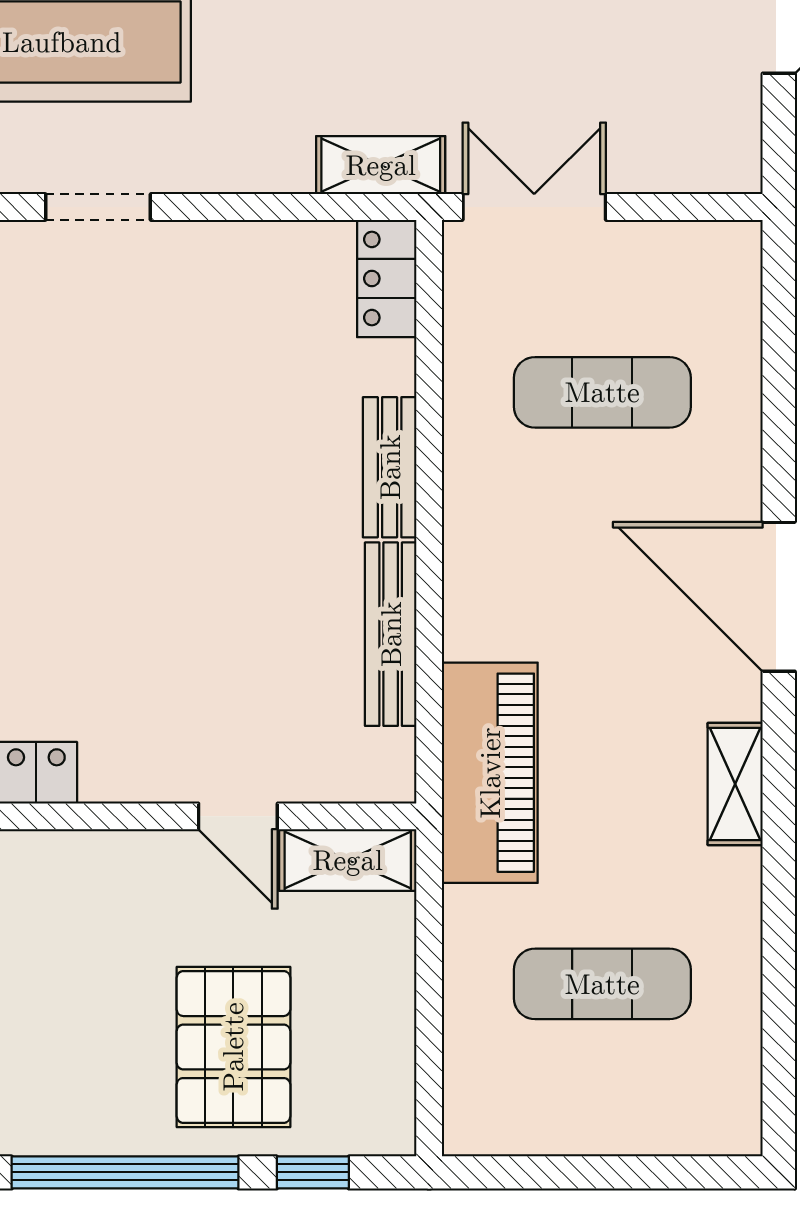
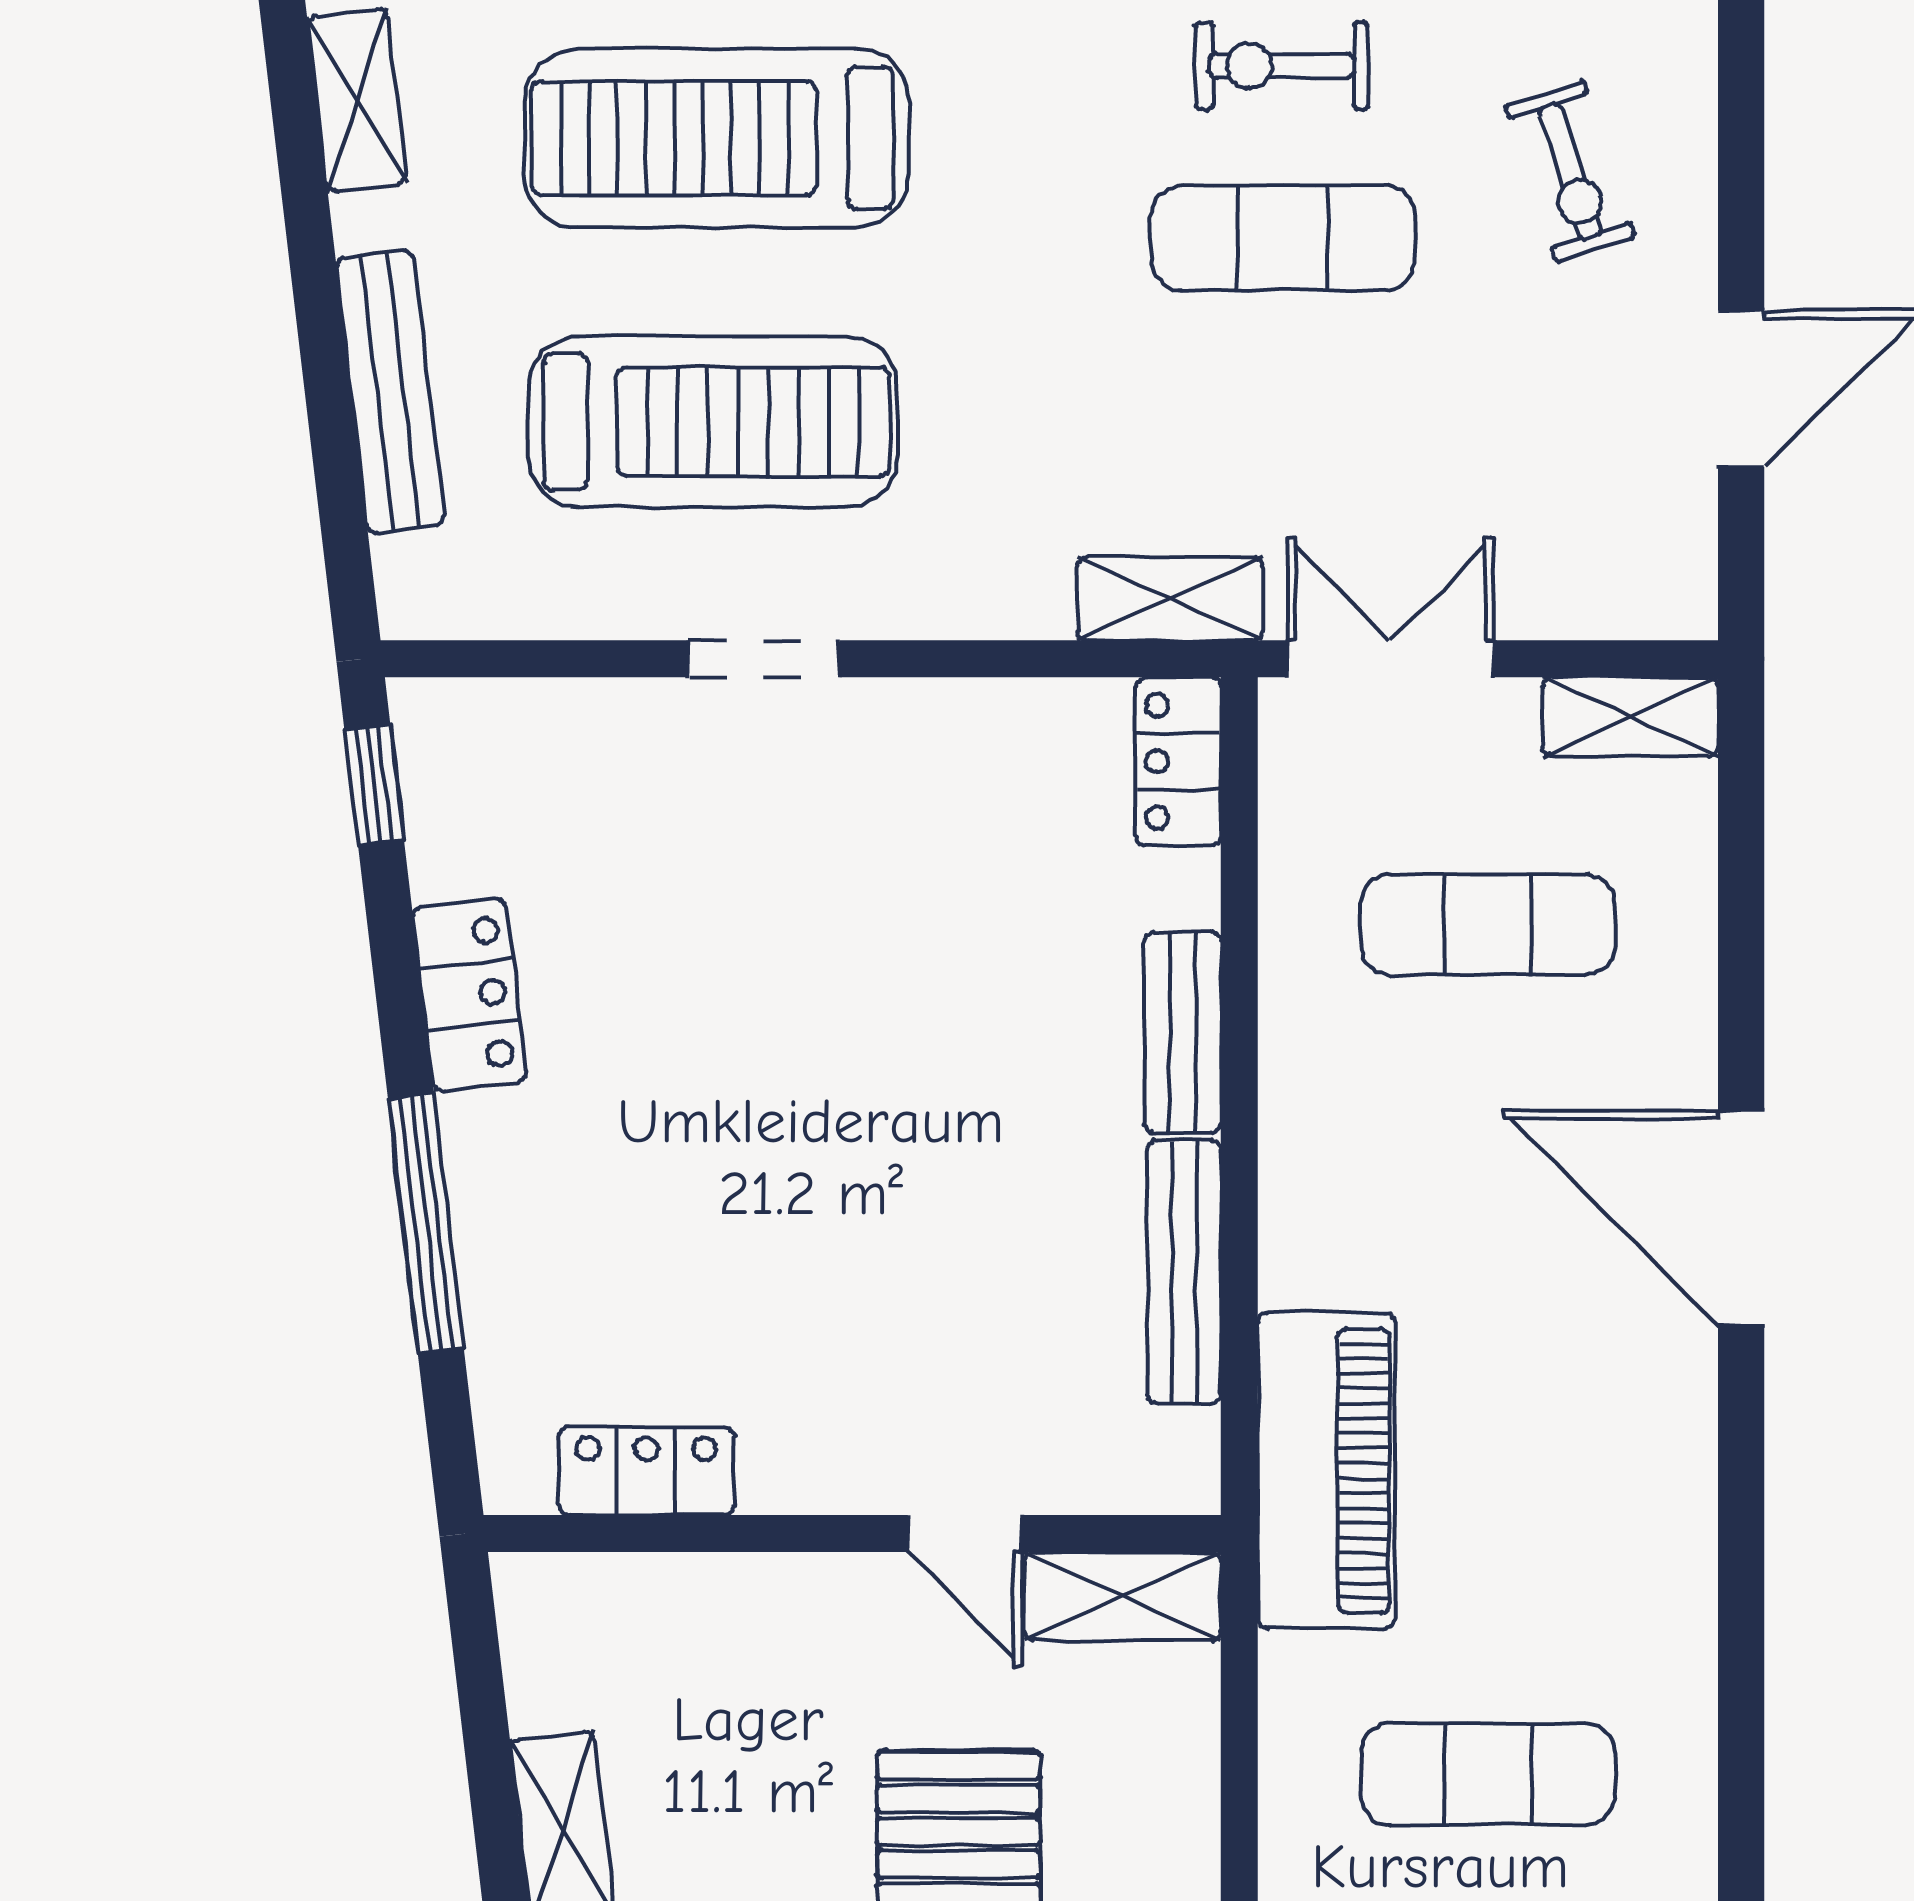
shelving: (735, 784) -> (1630, 717), moved, turned 90

